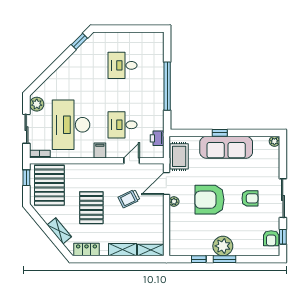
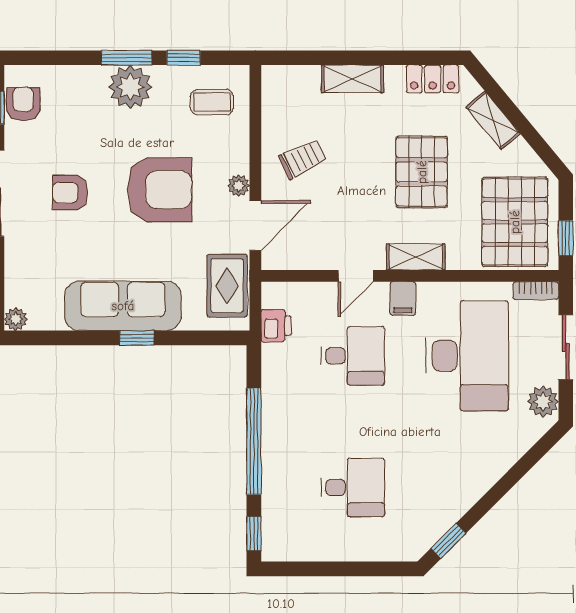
window: (167, 45) -> (254, 534), added
door: (132, 161) -> (356, 276), moved
trolley: (129, 199) -> (303, 159), moved
coffee table: (186, 239) -> (212, 102), added
shelving: (151, 250) -> (416, 257), moved

